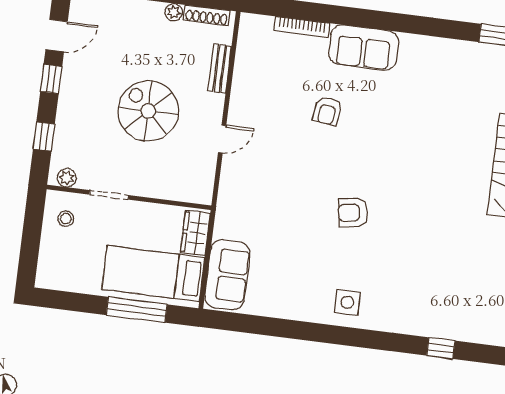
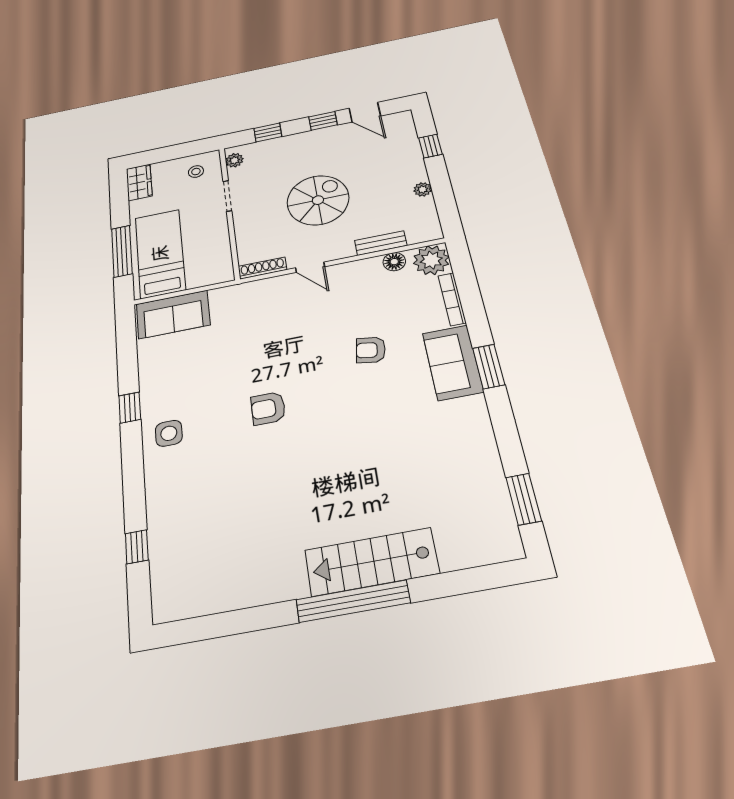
shoe rack: (207, 15) -> (262, 268), moved, turned 90
window: (378, 20) -> (489, 366), added
plant: (255, 31) -> (431, 260), added
floor lamp: (244, 63) -> (394, 262), added
armchair: (353, 213) -> (268, 408), turned -81
wardrobe: (195, 233) -> (139, 182), moved, turned 90
window: (311, 332) -> (130, 408), added

